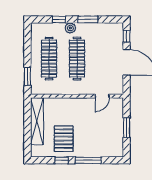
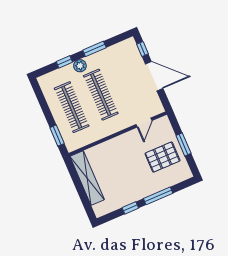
pallet: (64, 139) -> (162, 157), moved, turned 90

